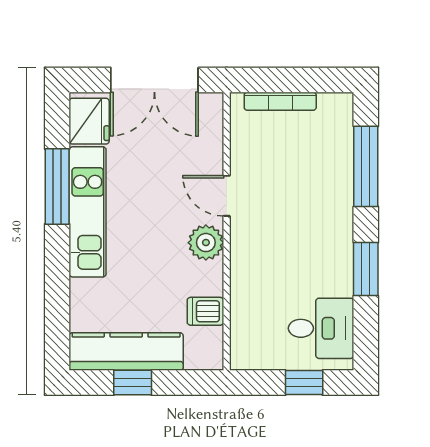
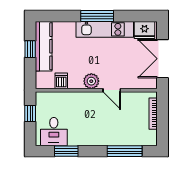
window: (57, 187) -> (97, 16), moved
door: (227, 196) -> (112, 90), swing flipped
window: (366, 269) -> (66, 151), moved
window: (304, 383) -> (30, 113), moved

